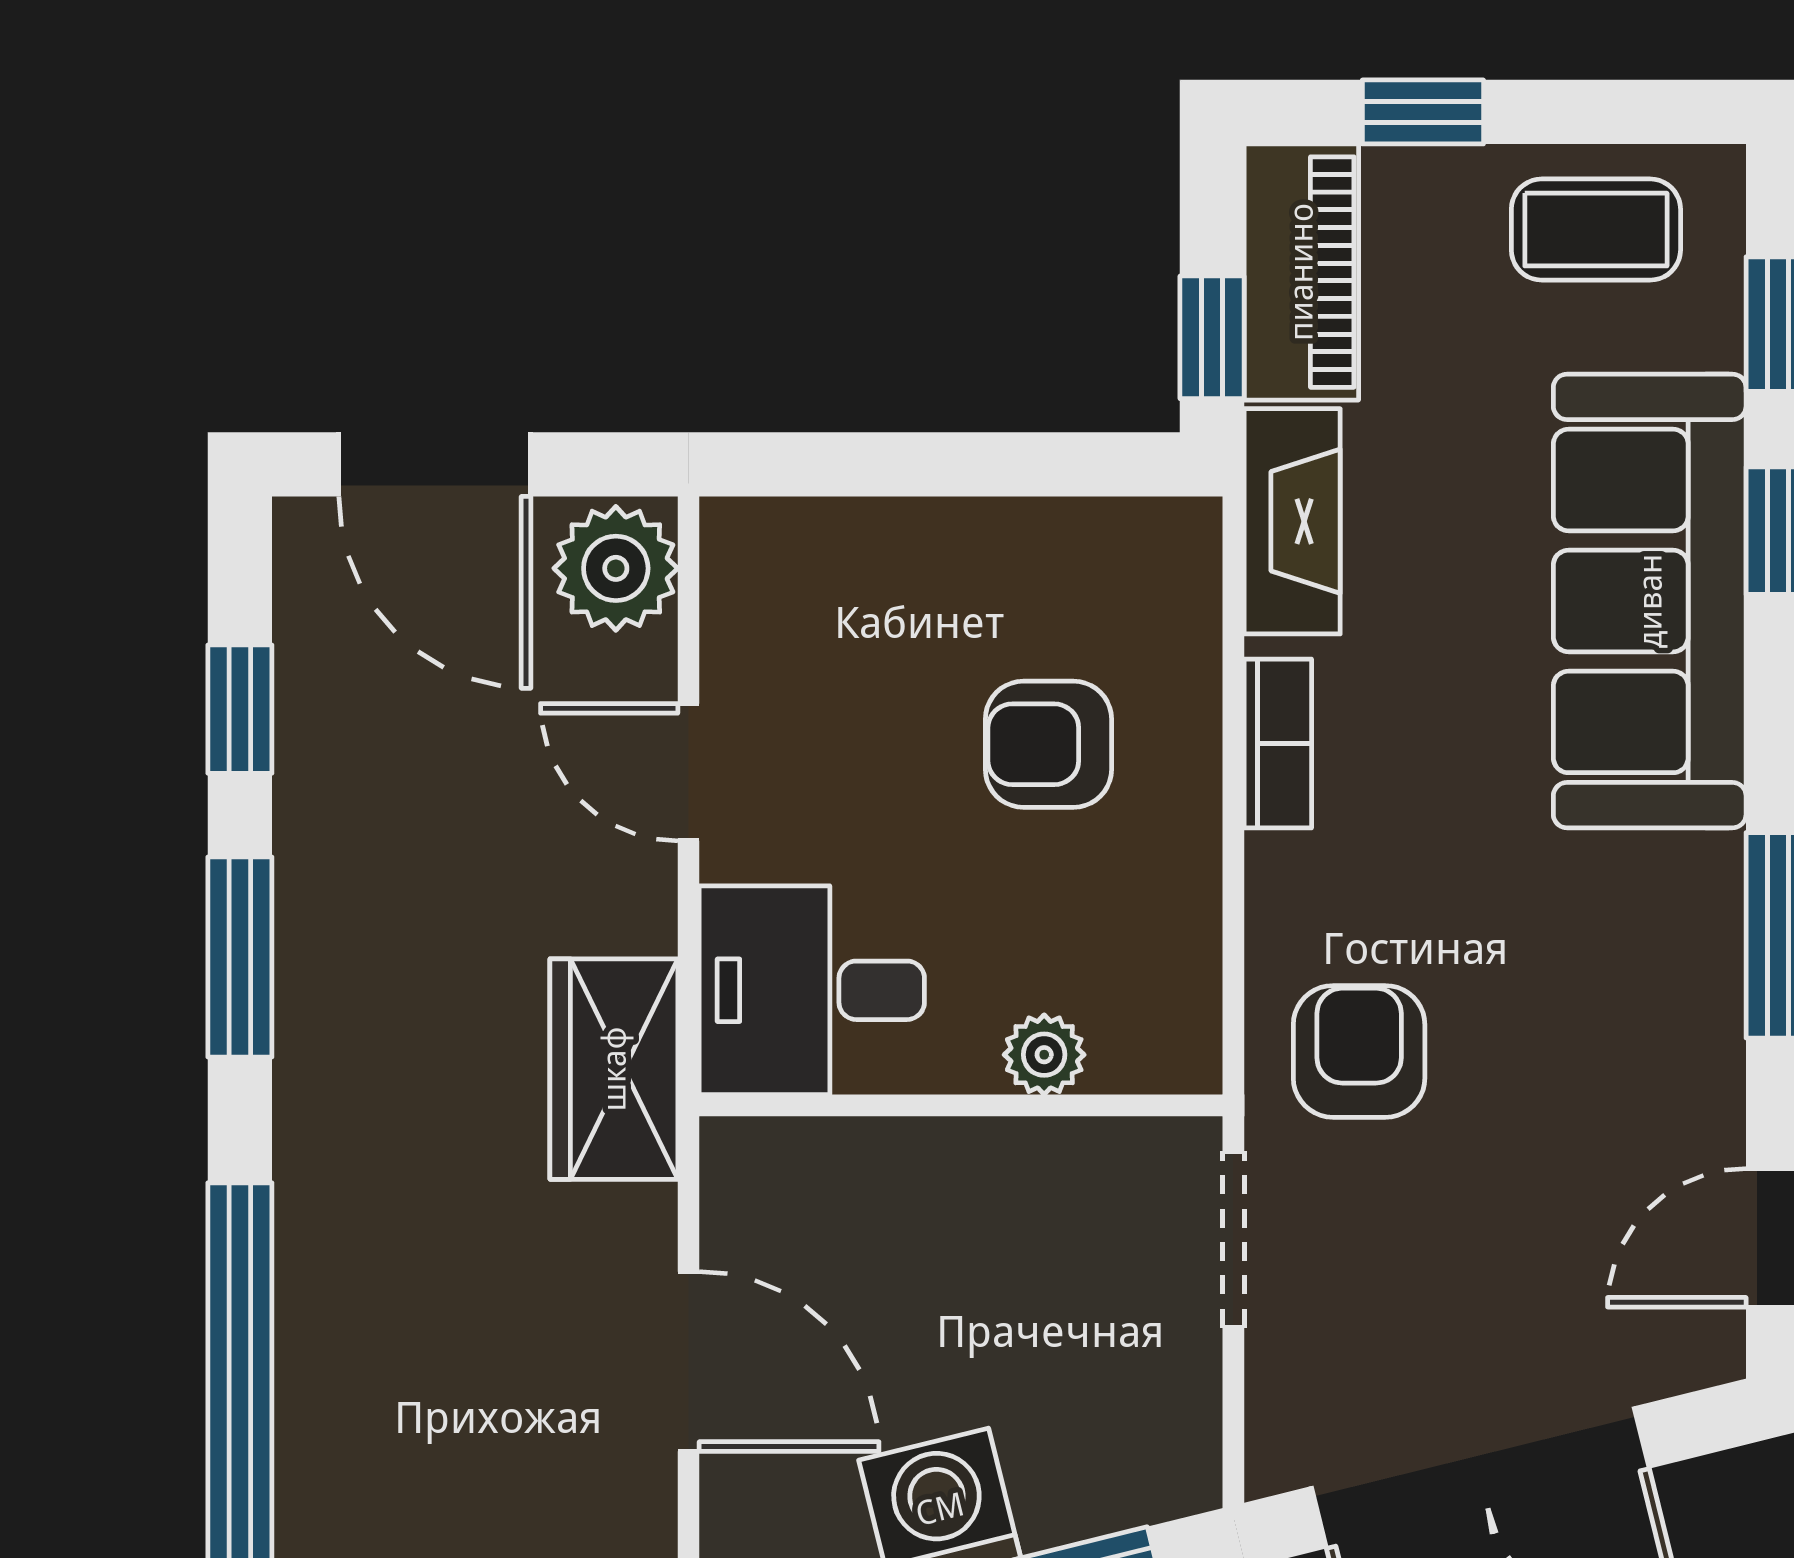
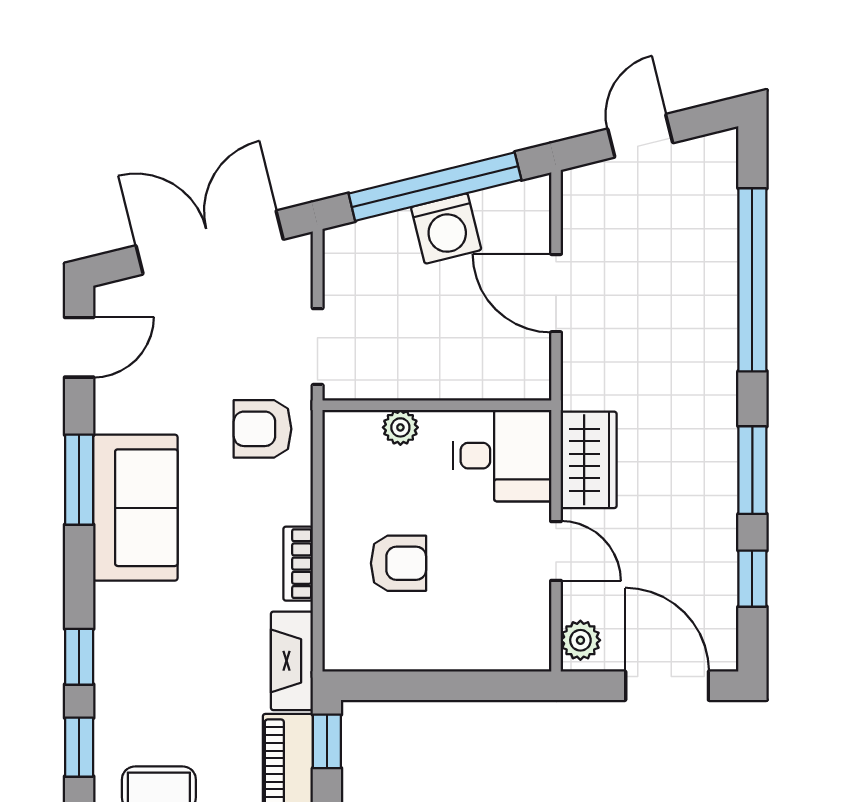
plant: (616, 568) -> (580, 640), width x0.73, depth x0.73
sofa: (1650, 601) -> (135, 508), moved, width x0.73
armchair: (1359, 1051) -> (263, 429), turned 90
wardrobe: (614, 1069) -> (589, 460), moved

